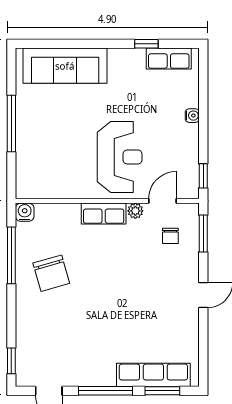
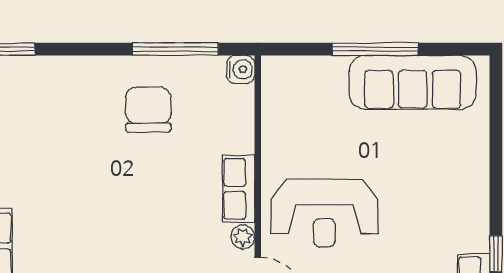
sofa: (65, 66) -> (413, 82), moved, turned -90
chair: (51, 273) -> (148, 110), turned 106

